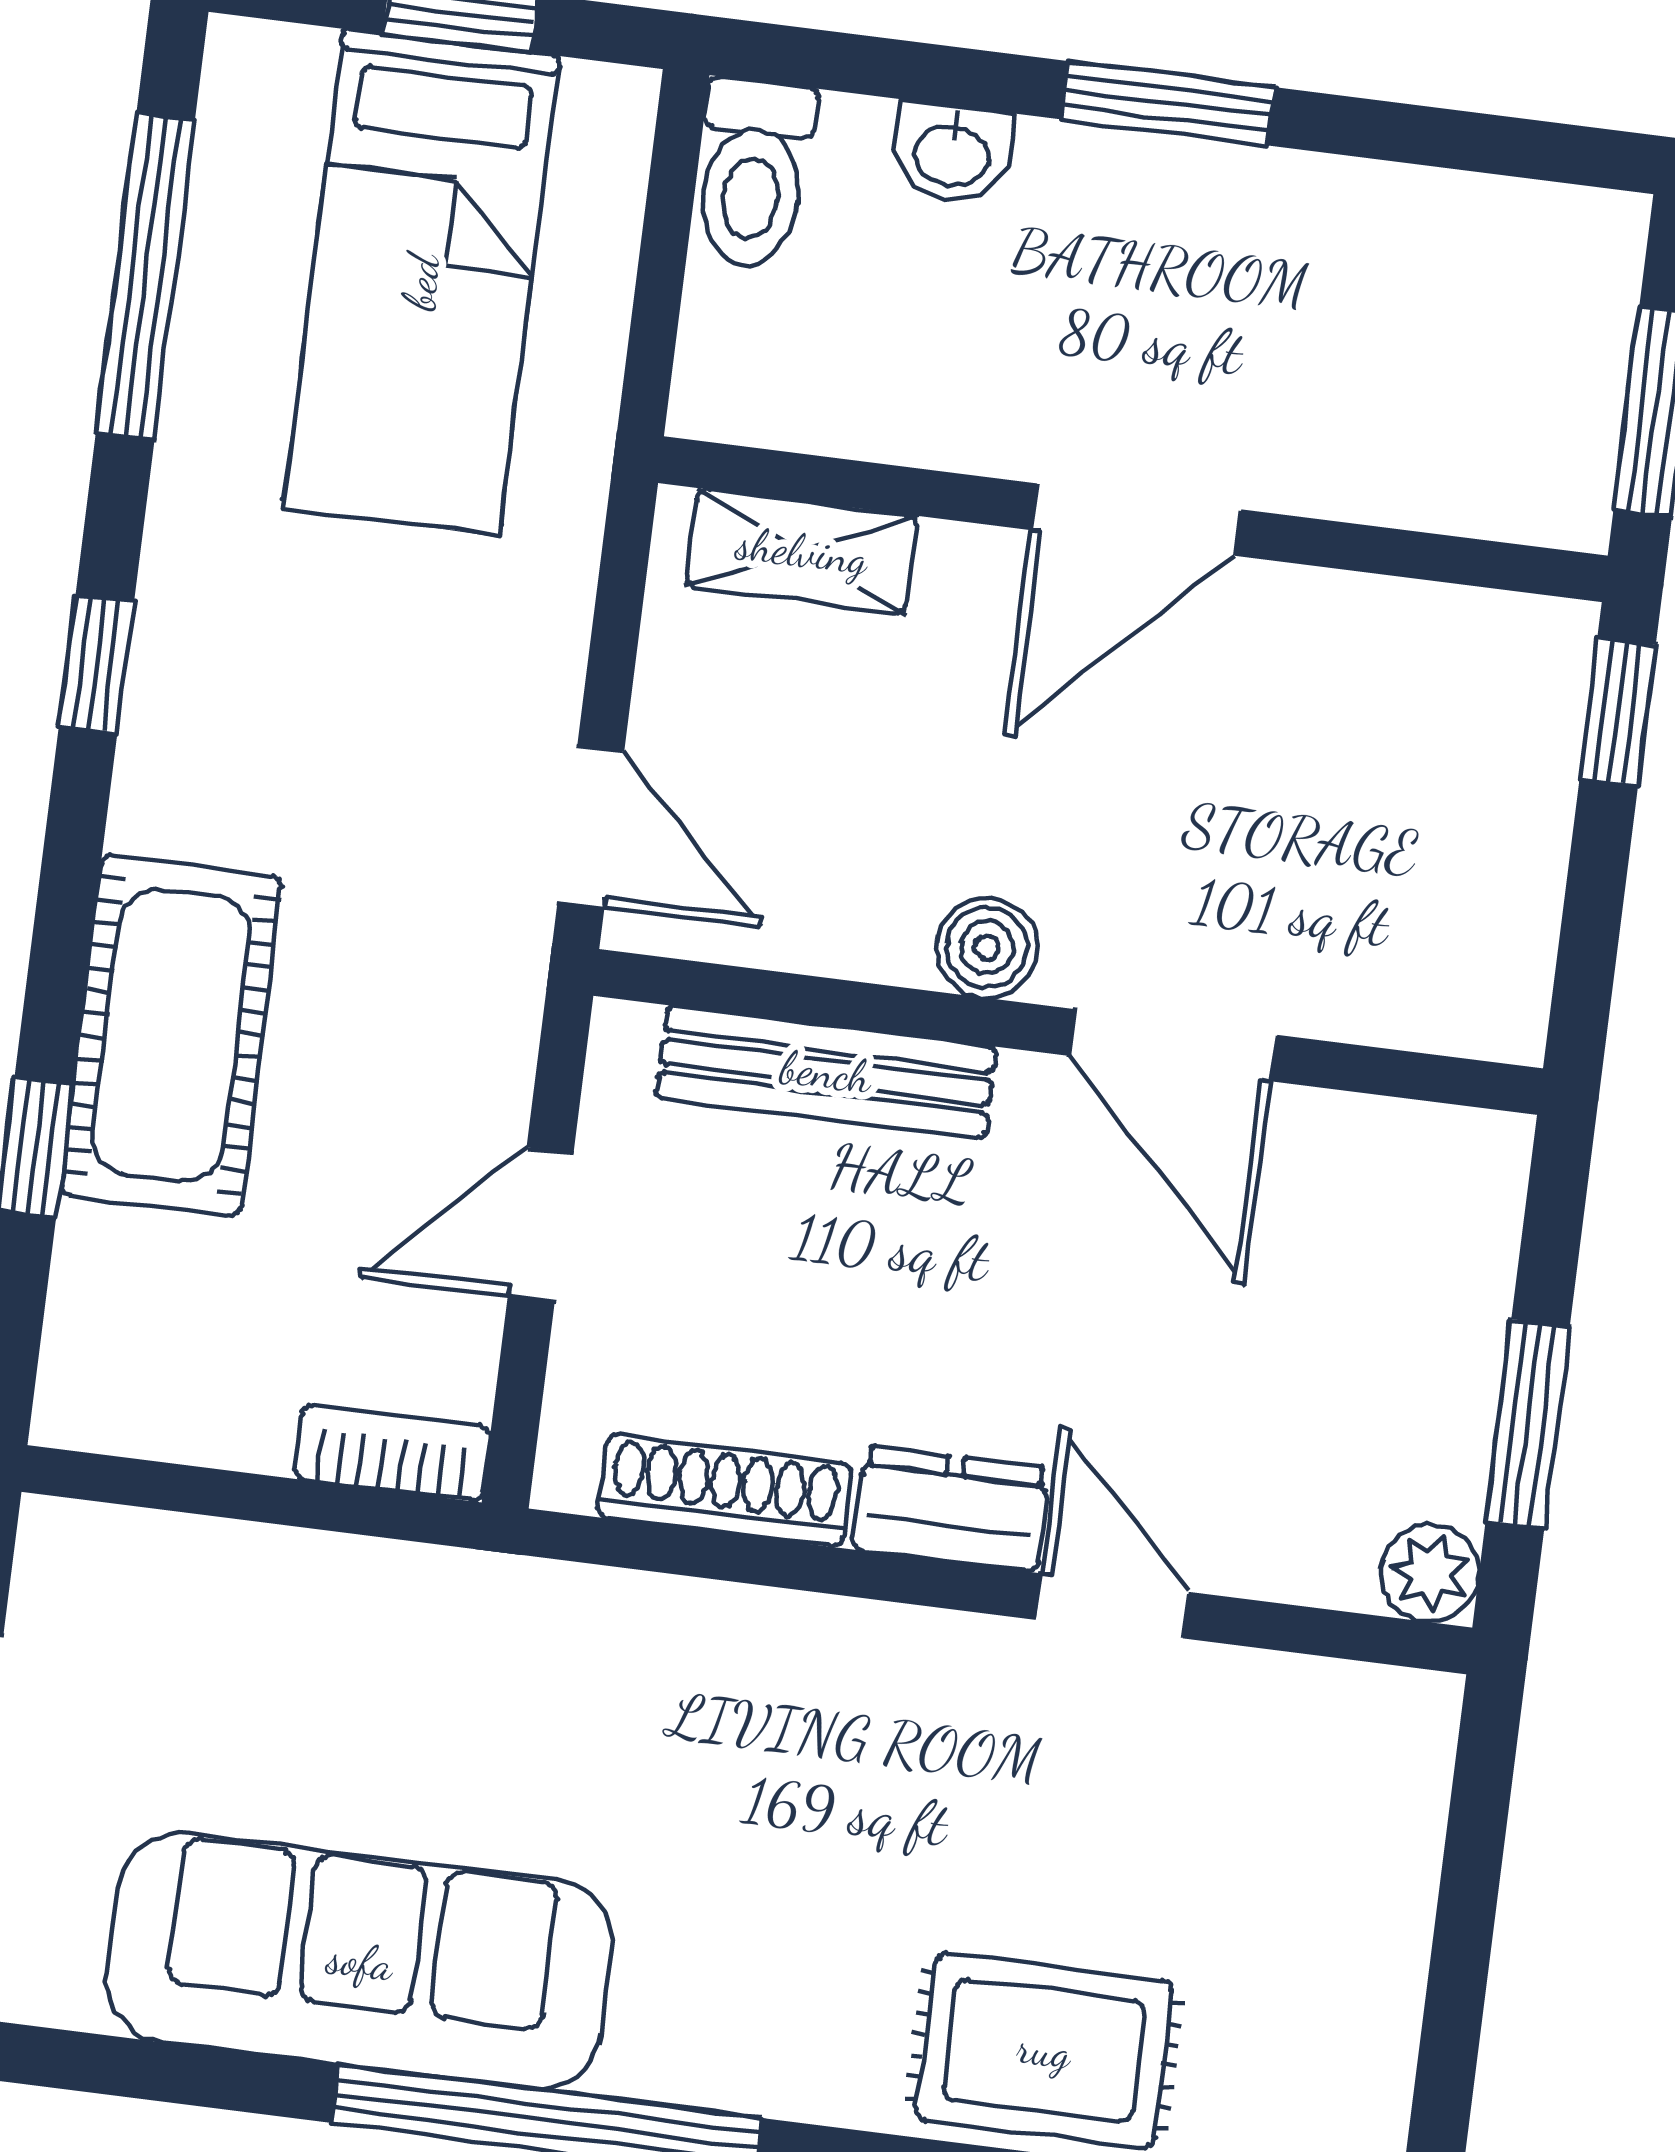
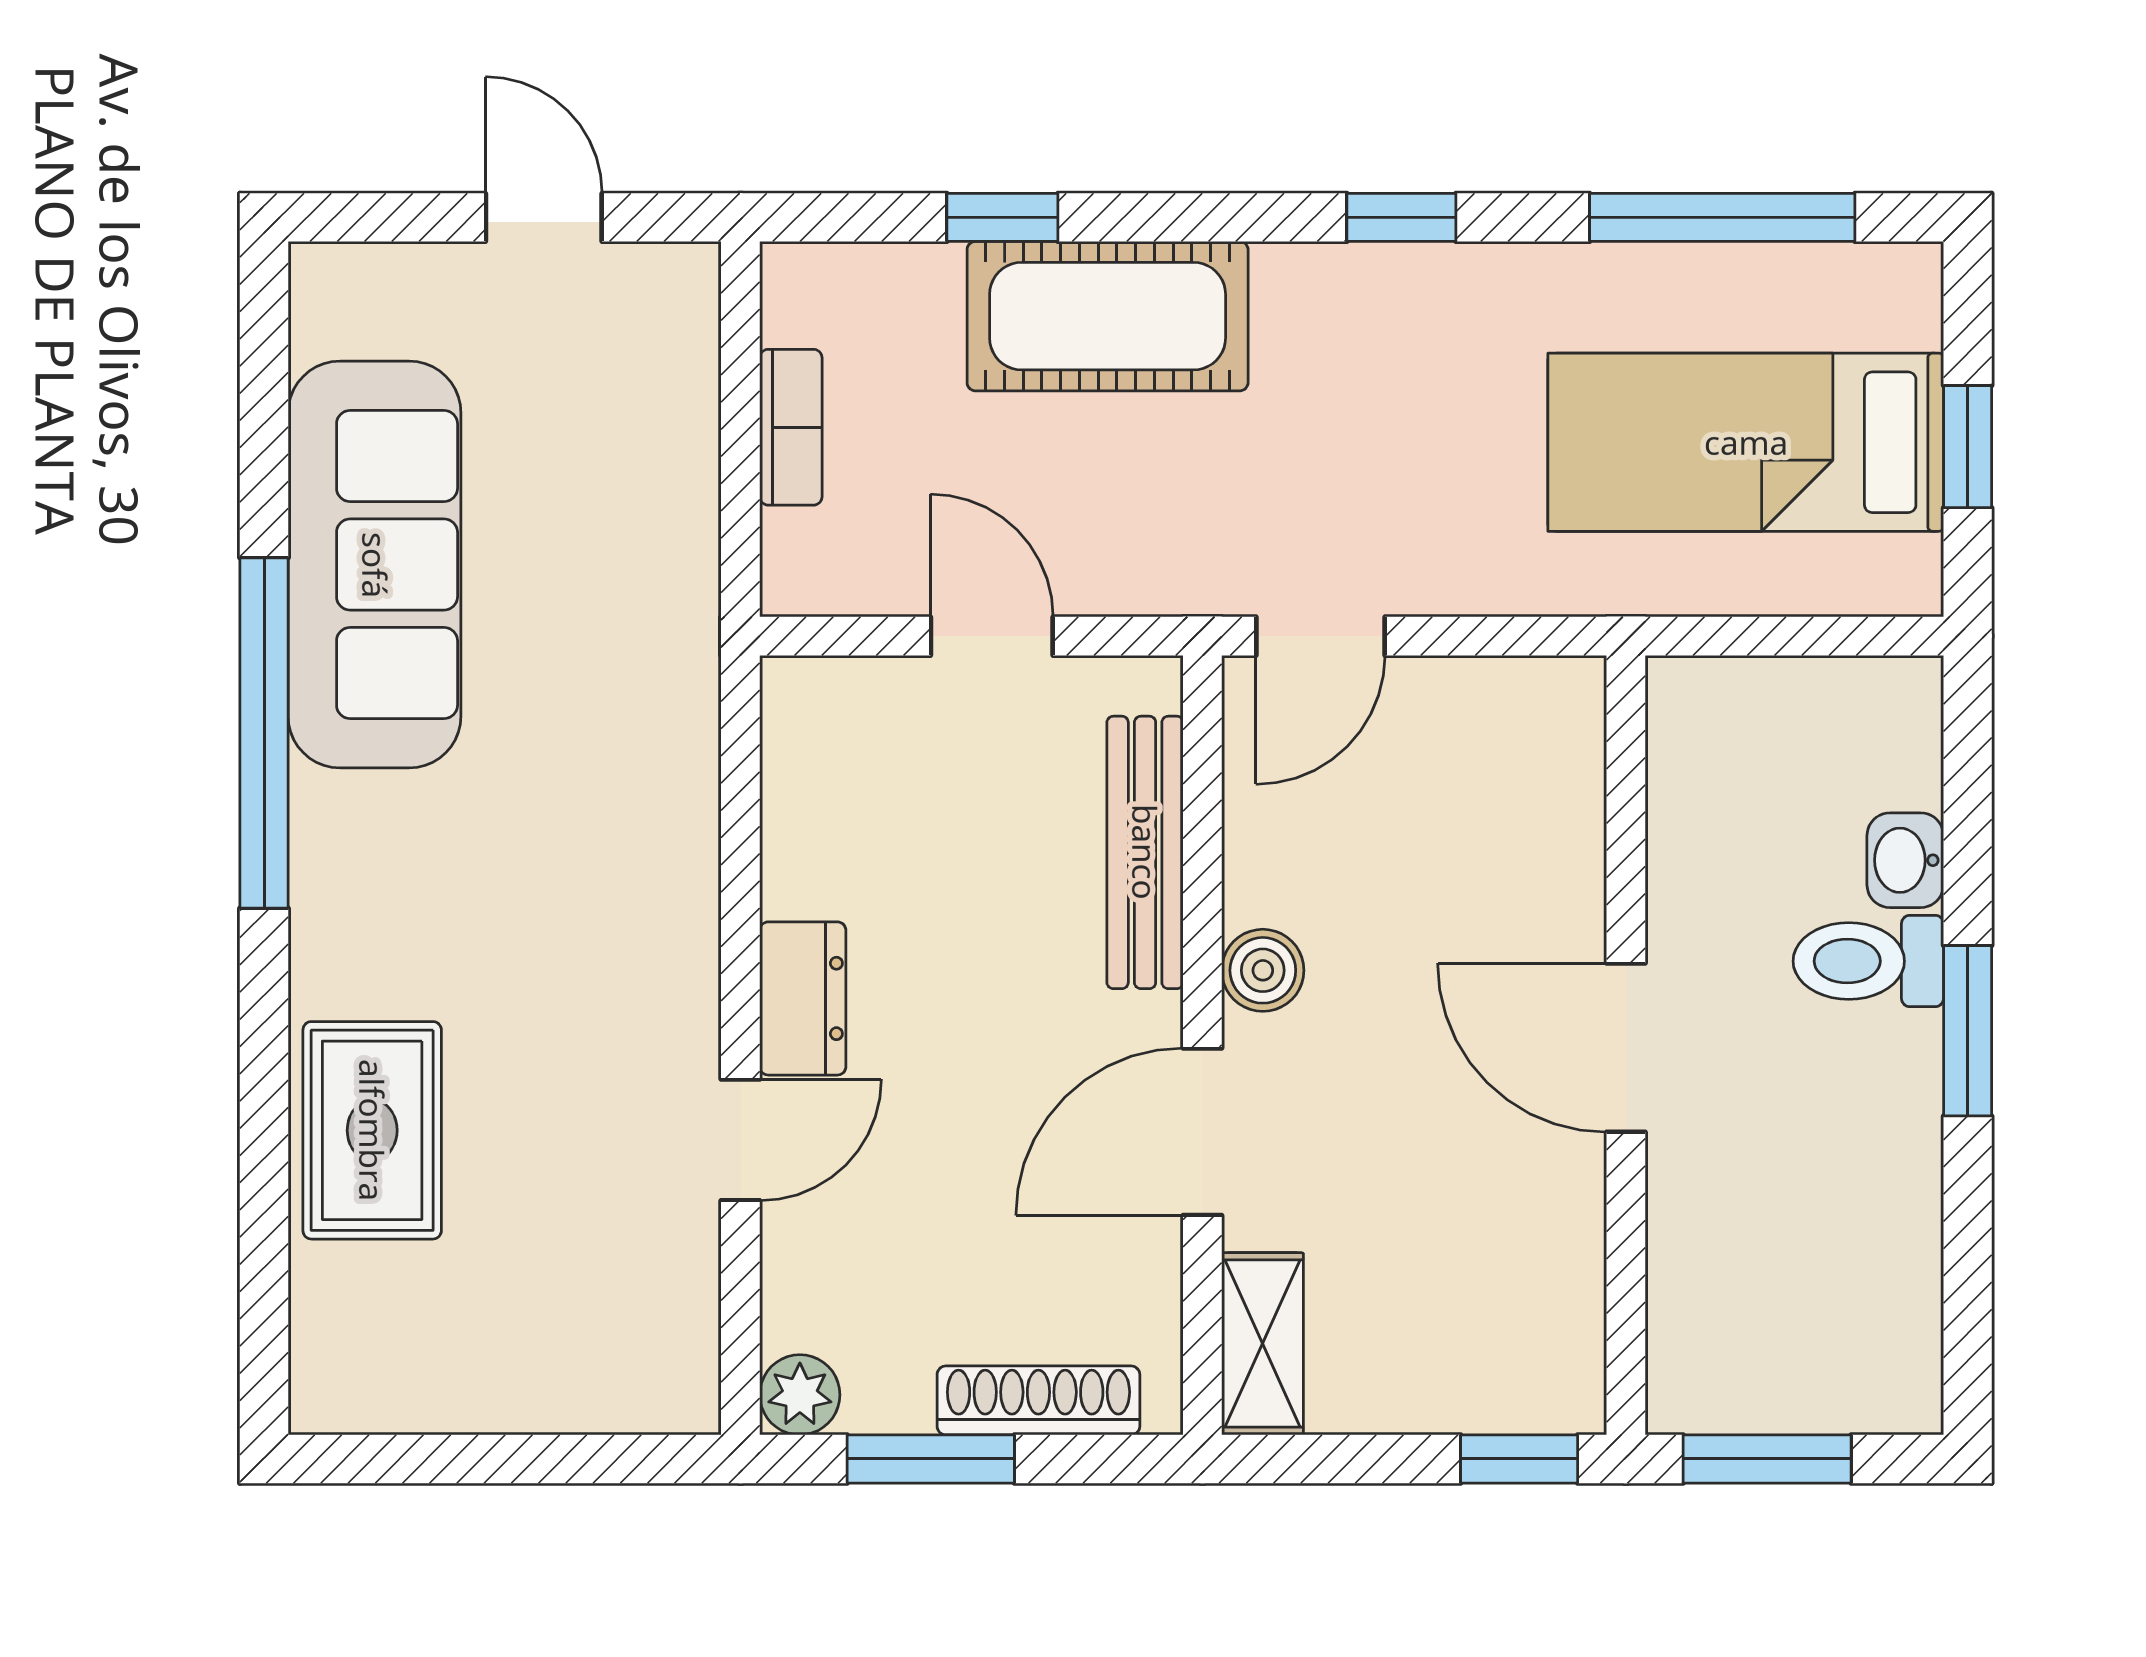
toilet: (753, 173) -> (1868, 961), moved
shelving: (802, 551) -> (1263, 1343), moved
bookcase: (392, 1453) -> (791, 427), moved
shoe rack: (724, 1491) -> (1038, 1400), moved, turned -90

